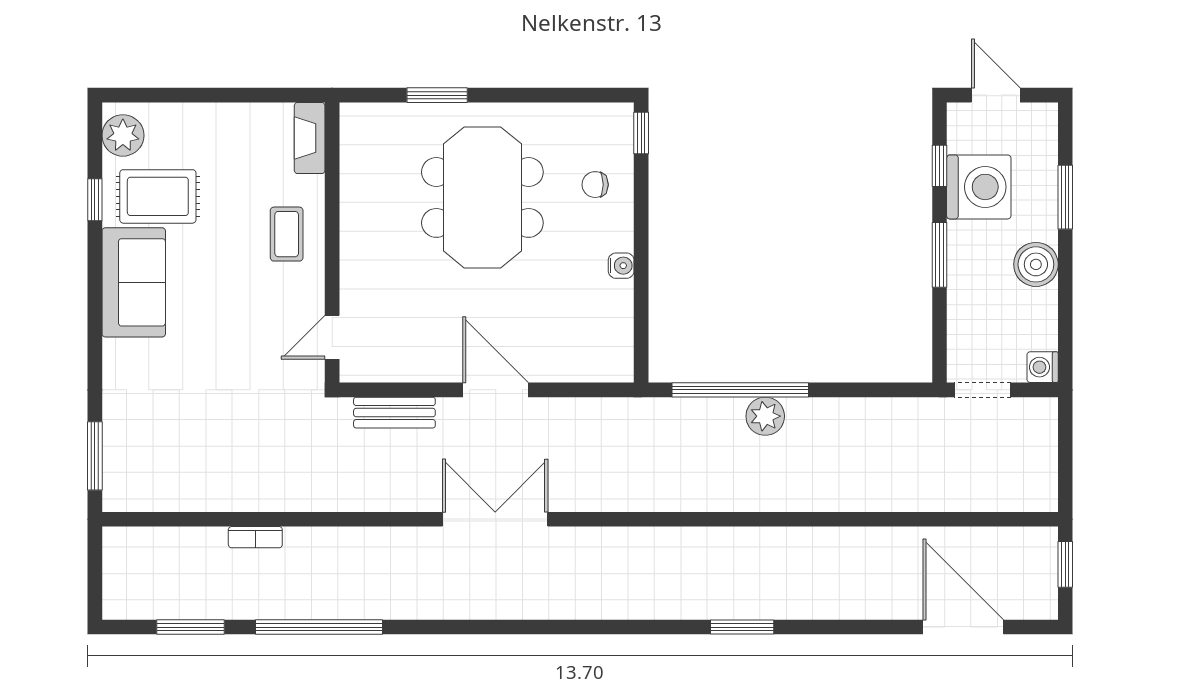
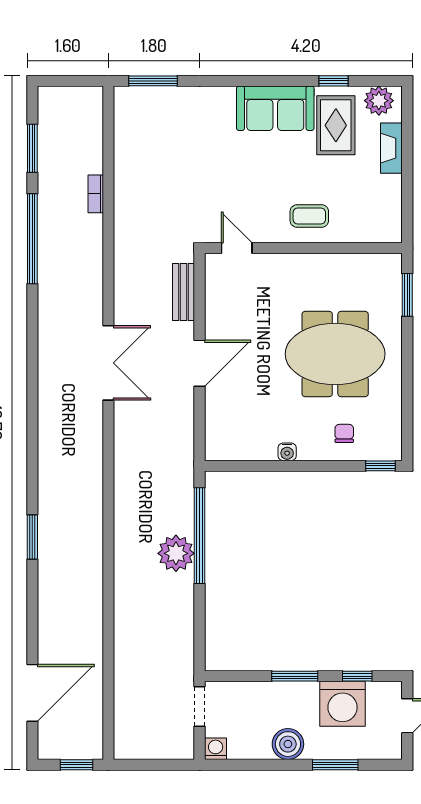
window: (437, 95) -> (407, 295), moved
fireplace: (310, 138) -> (391, 148), moved, turned -90
plant: (765, 416) -> (176, 553), width x1.36, depth x1.36

